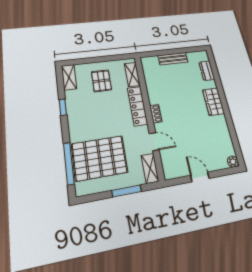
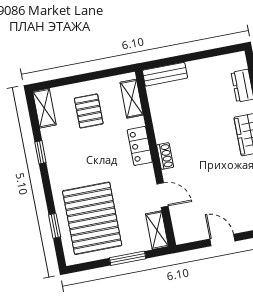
bench: (173, 59) -> (165, 74), moved
locker: (137, 106) -> (140, 146), width x0.66
pallet: (99, 158) -> (92, 218), turned 90
window: (69, 163) -> (55, 226), width x0.46

